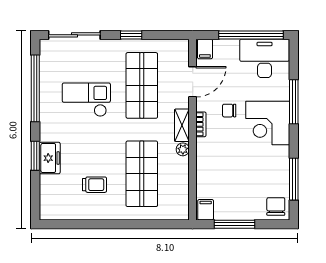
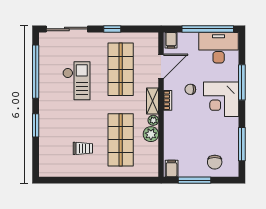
checkout: (86, 100) -> (76, 81), turned 90
freezer: (50, 158) -> (47, 127), removed
plant: (180, 167) -> (151, 134), added
chair: (276, 206) -> (215, 162), moved, turned 180

